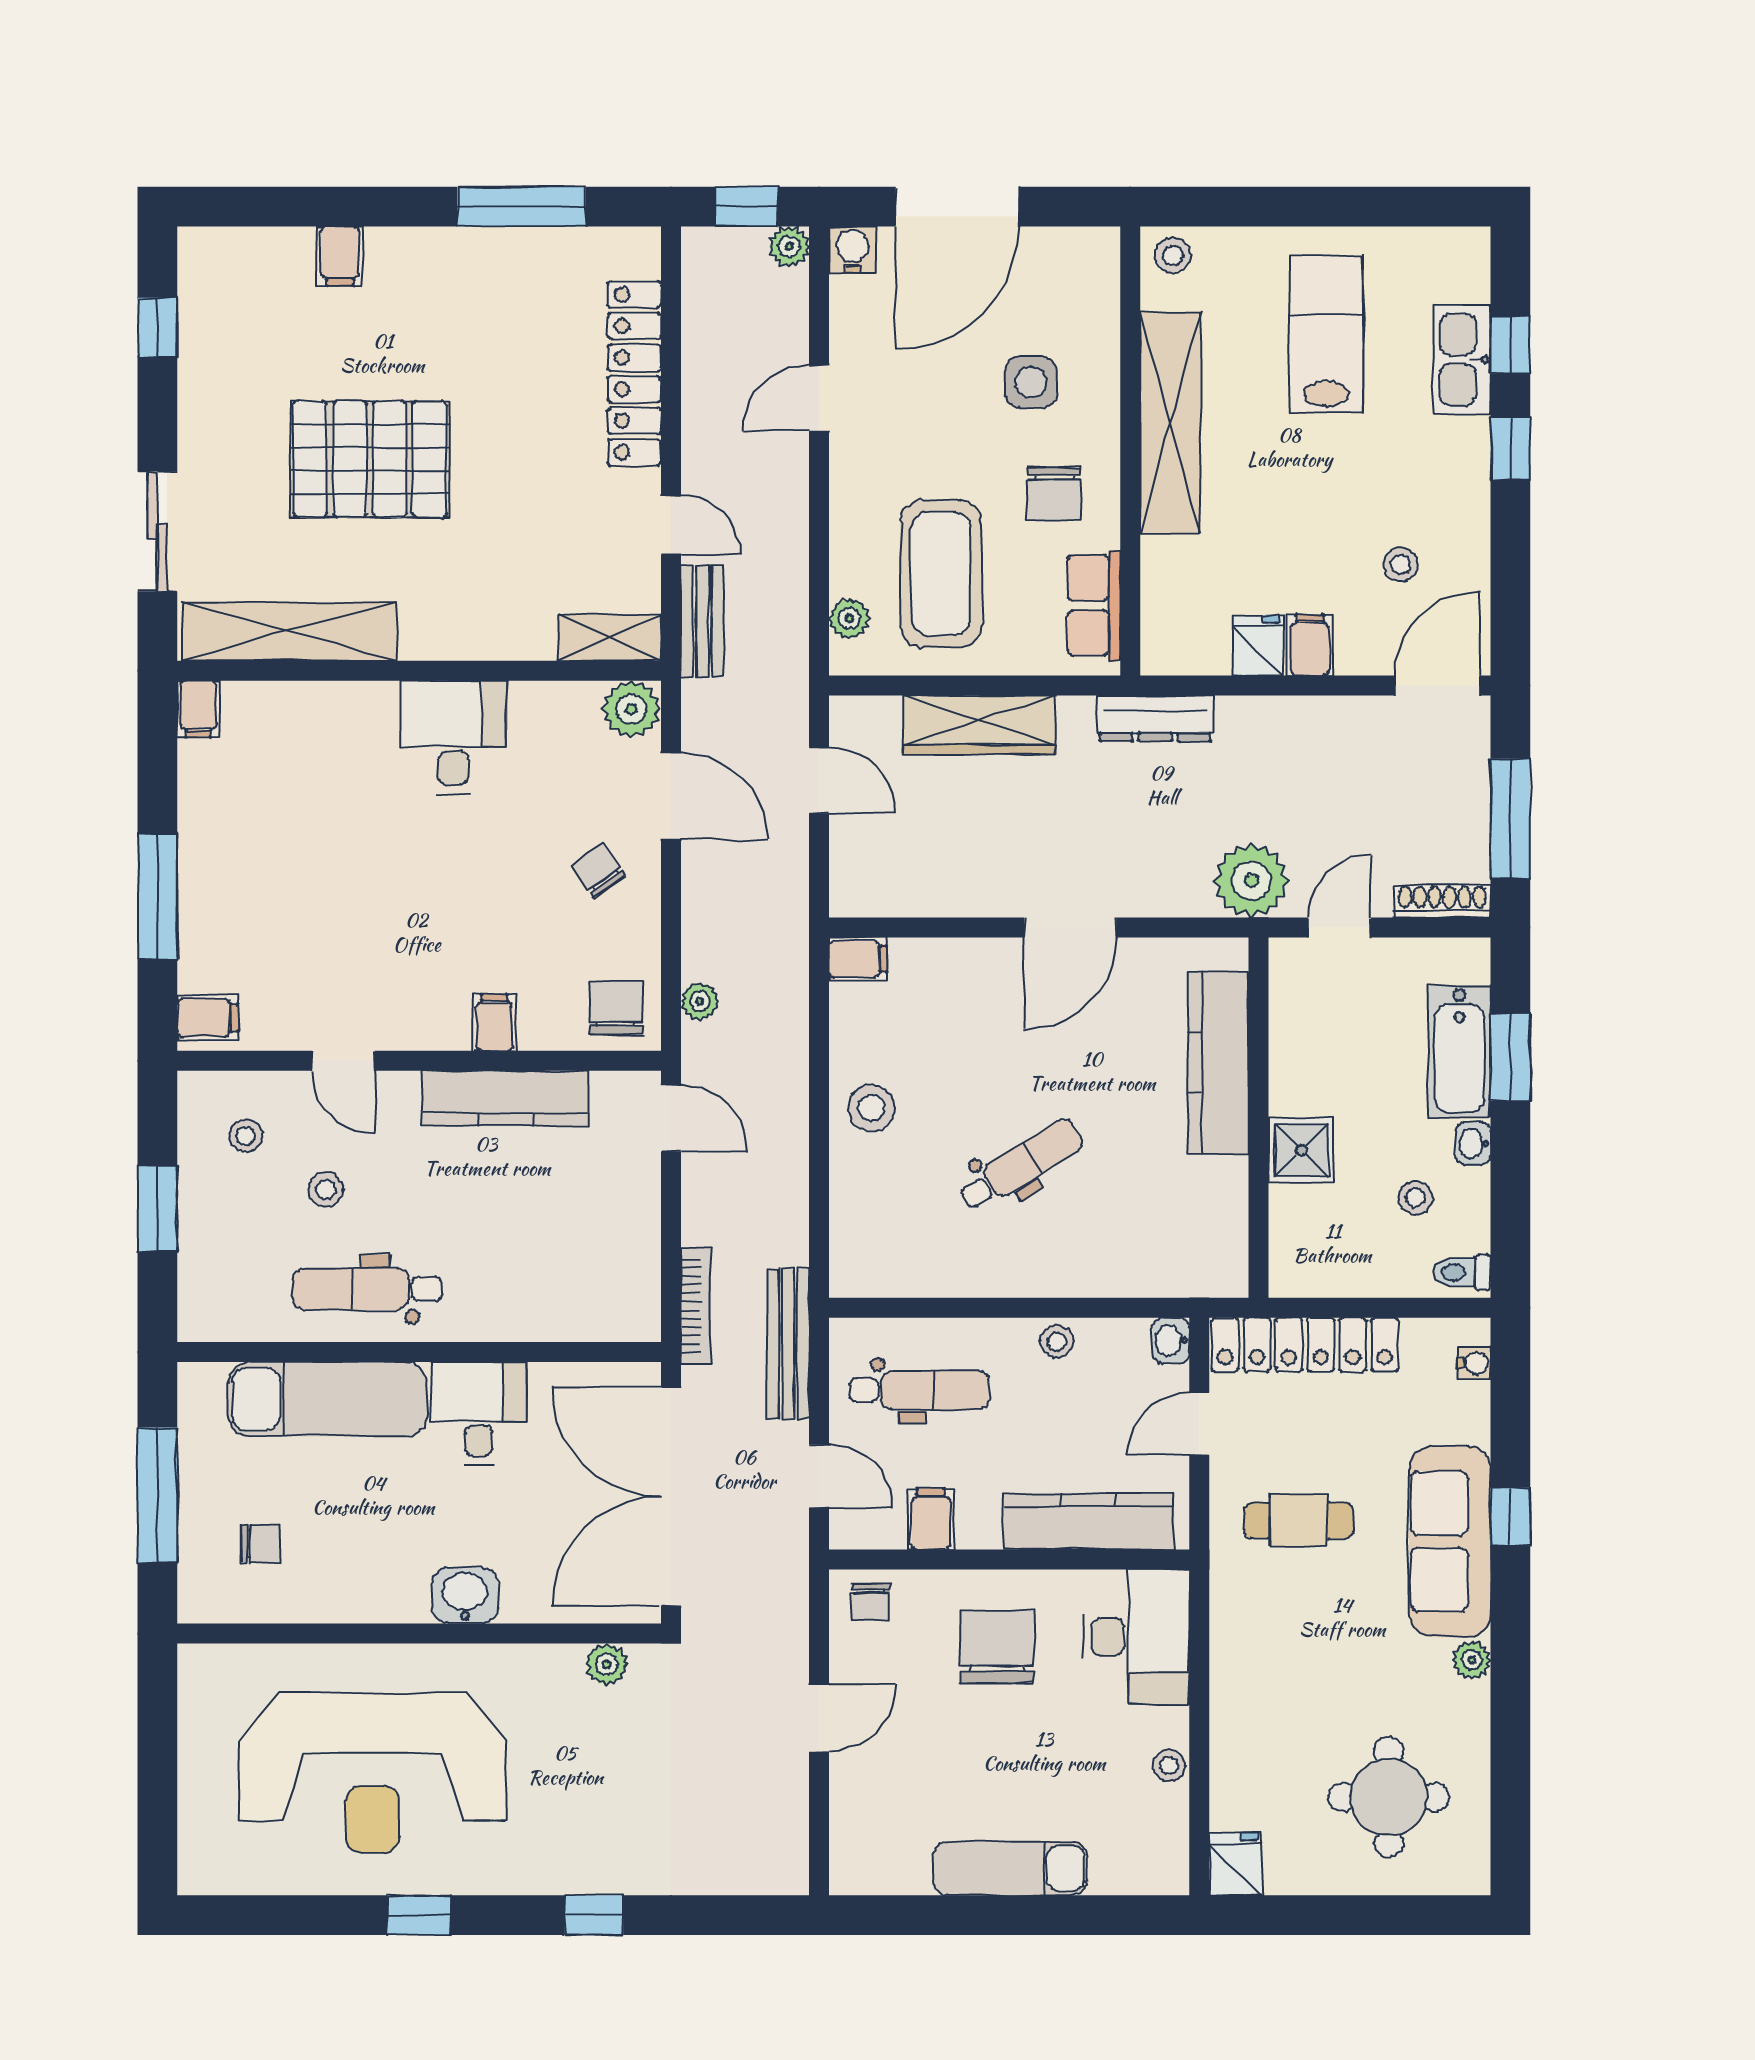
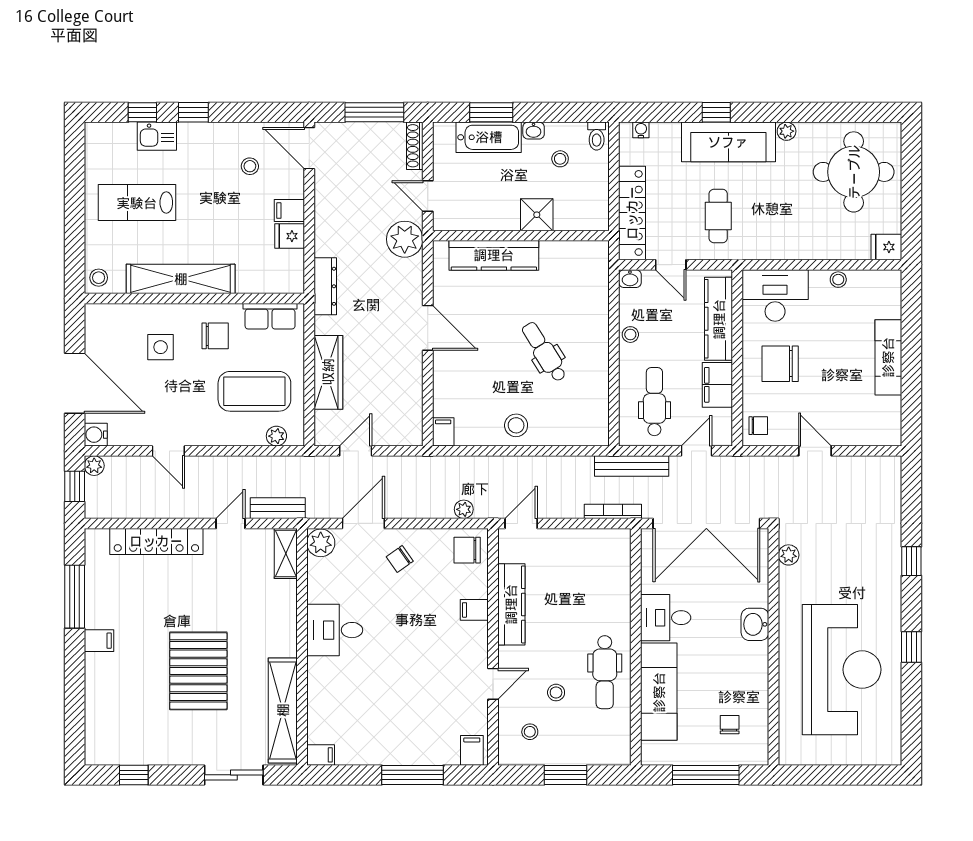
filing cabinet: (340, 256) -> (99, 641), moved
kitchen sink: (1462, 360) -> (157, 136), width x0.73
filing cabinet: (931, 1519) -> (717, 385), width x2.00
round table: (1389, 1797) -> (854, 172), width x1.36, depth x1.36

